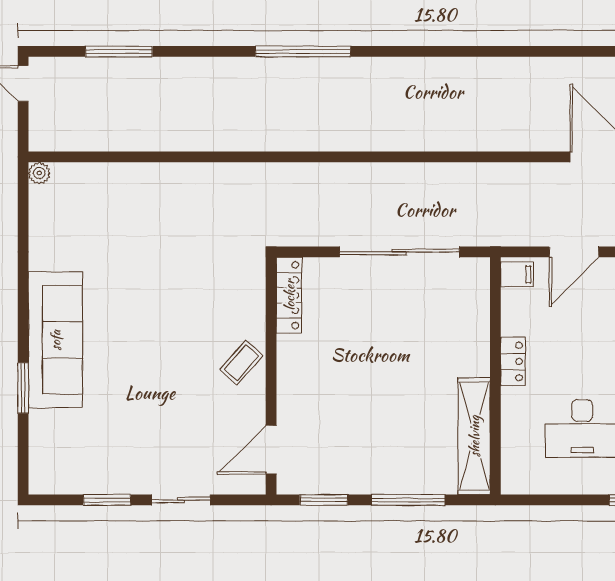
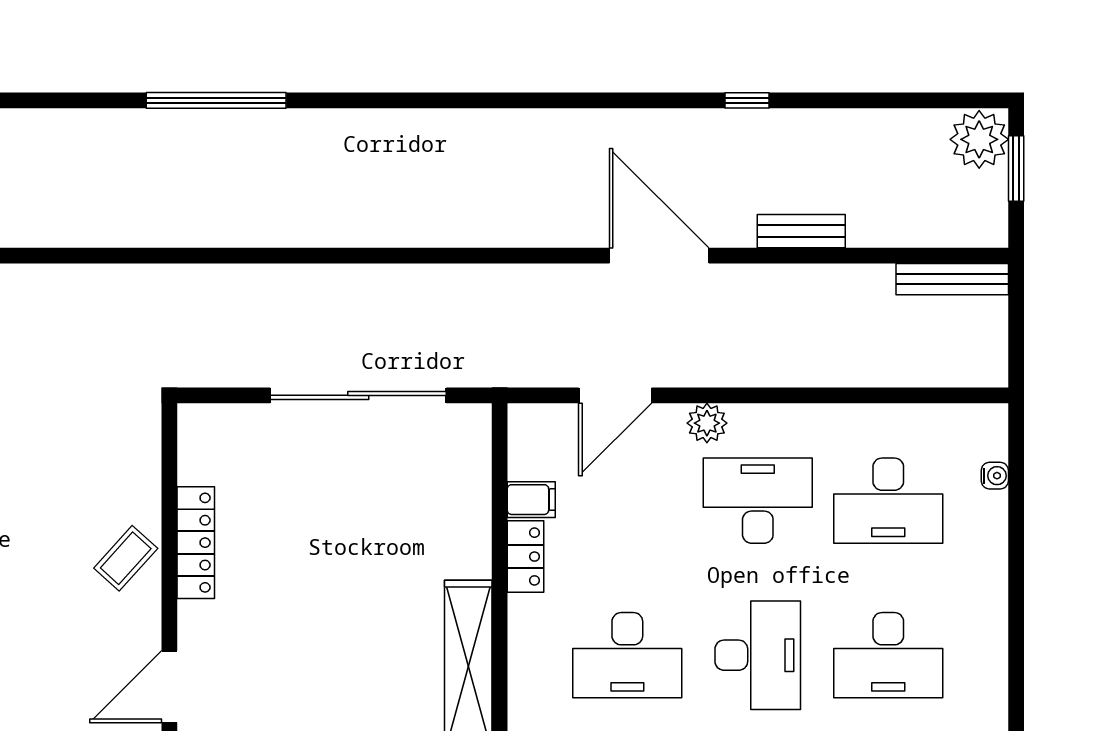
filing cabinet: (517, 274) -> (531, 500), moved
locker: (289, 295) -> (196, 543), moved

